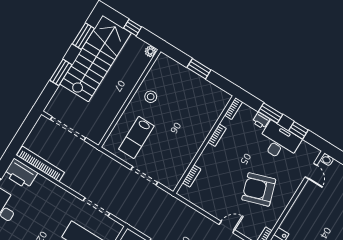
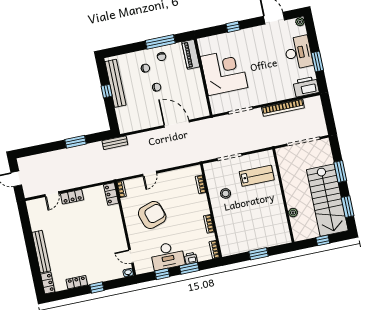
plant: (150, 51) -> (293, 213), moved
stool: (151, 97) -> (226, 193), moved
lab bench: (136, 137) -> (257, 176), turned 90
bookcase: (41, 164) -> (283, 108), moved

